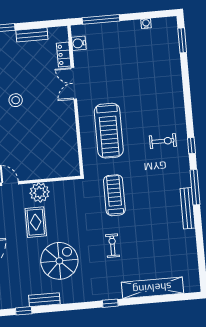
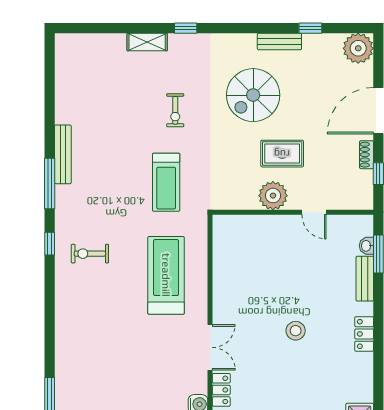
rug: (36, 222) -> (282, 154), turned 90
shelving: (152, 288) -> (147, 42), width x0.45, depth x0.75

